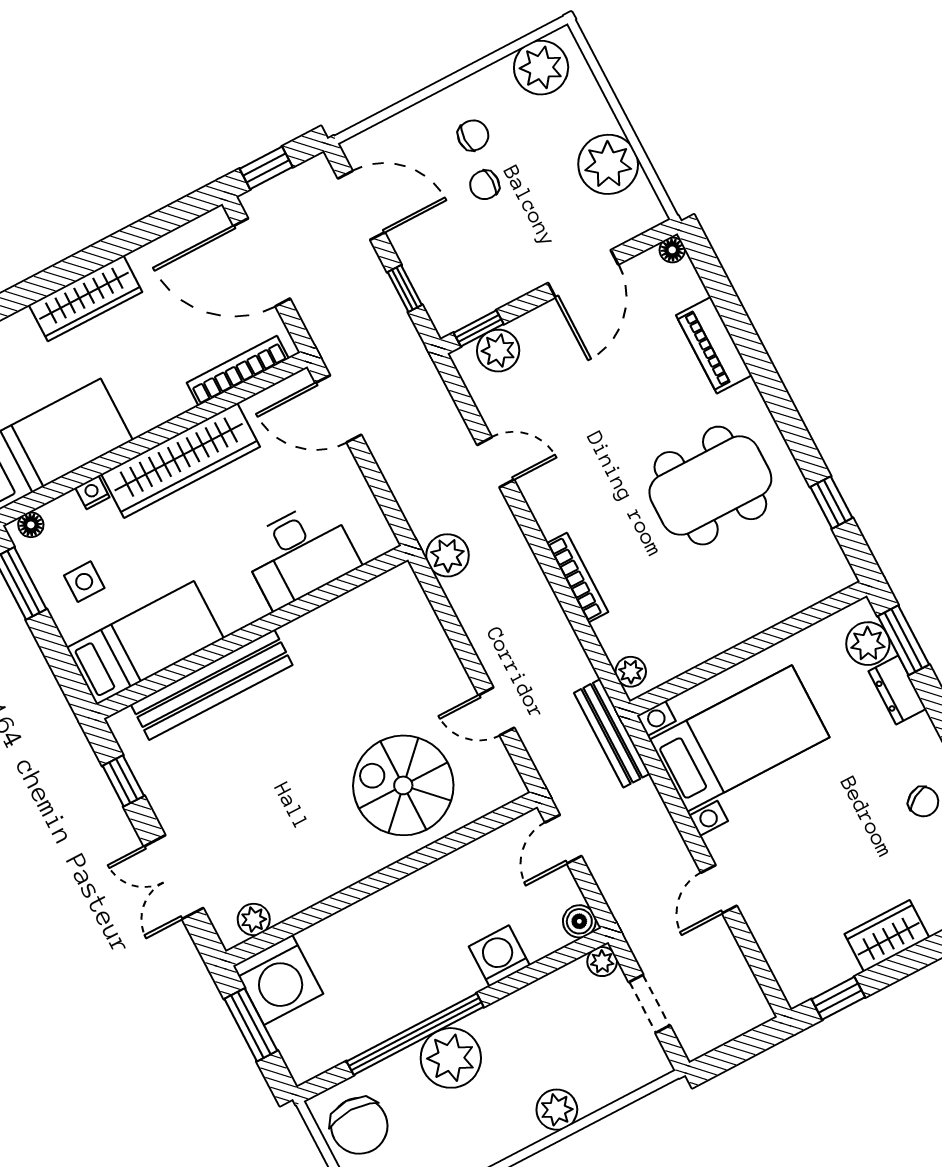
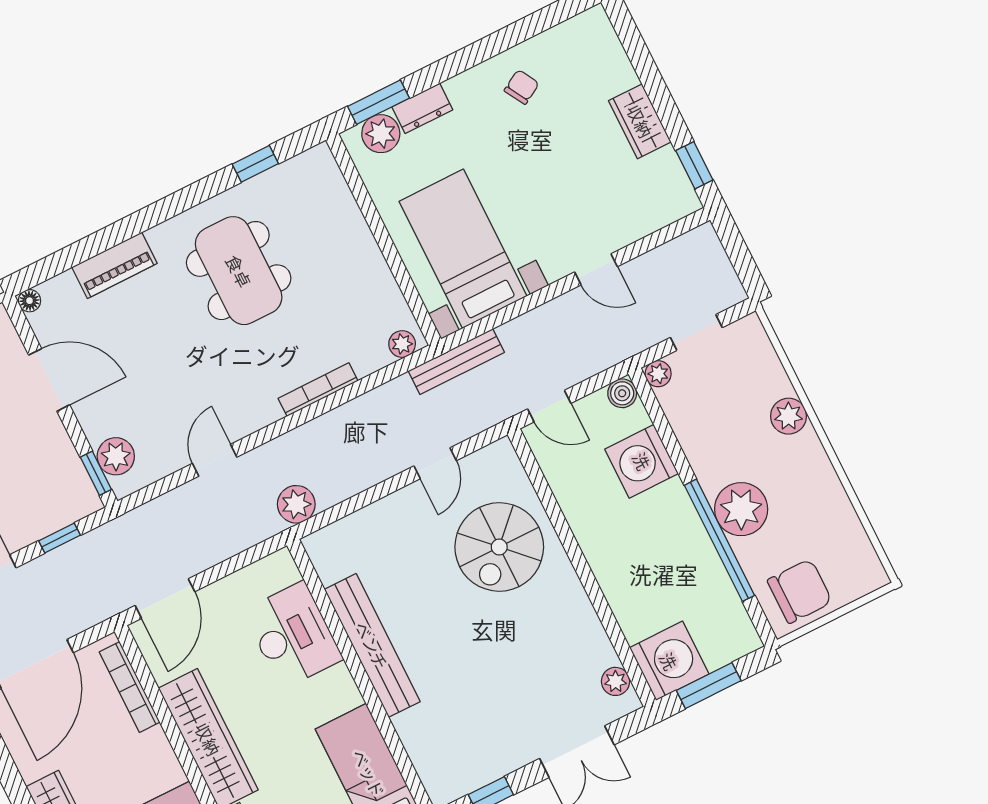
bench: (212, 685) -> (372, 645), moved
washing machine: (499, 956) -> (642, 461), width x1.37, depth x1.37

